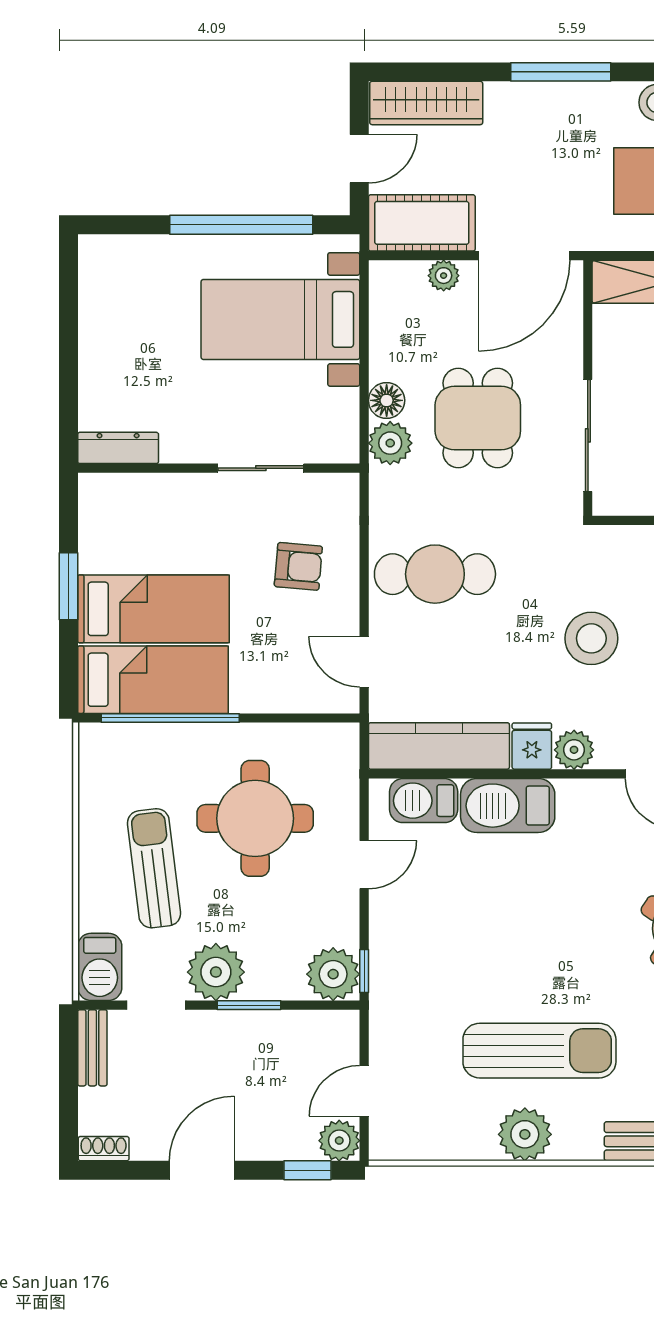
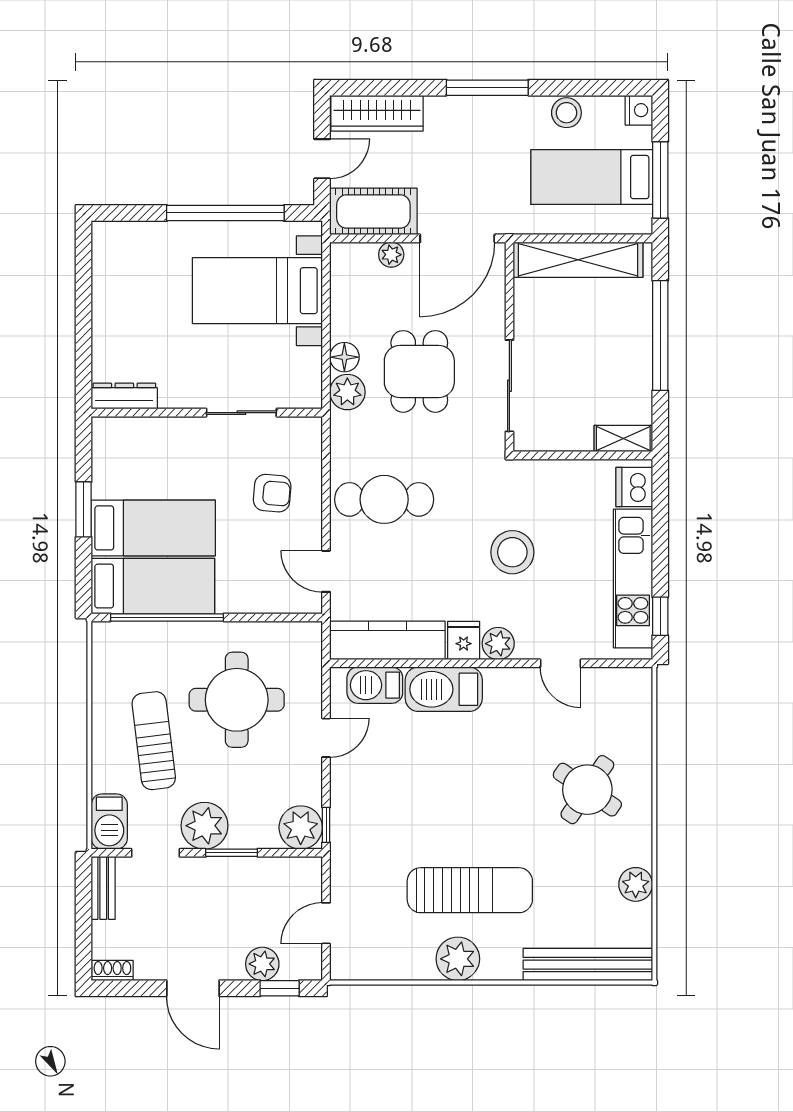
plant: (339, 1141) -> (262, 964), moved
door: (202, 1170) -> (193, 988), swing flipped

